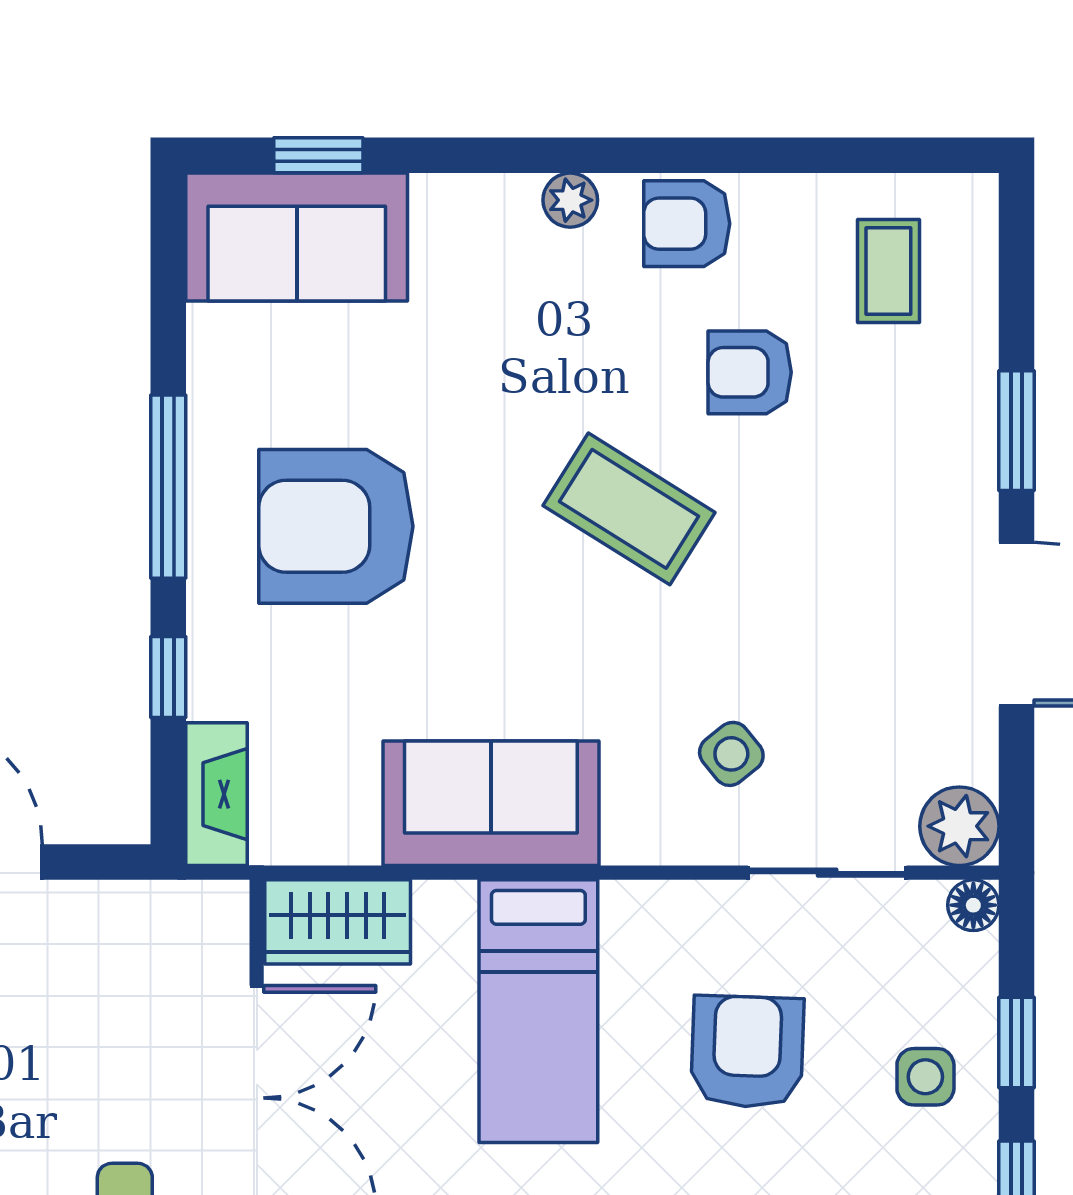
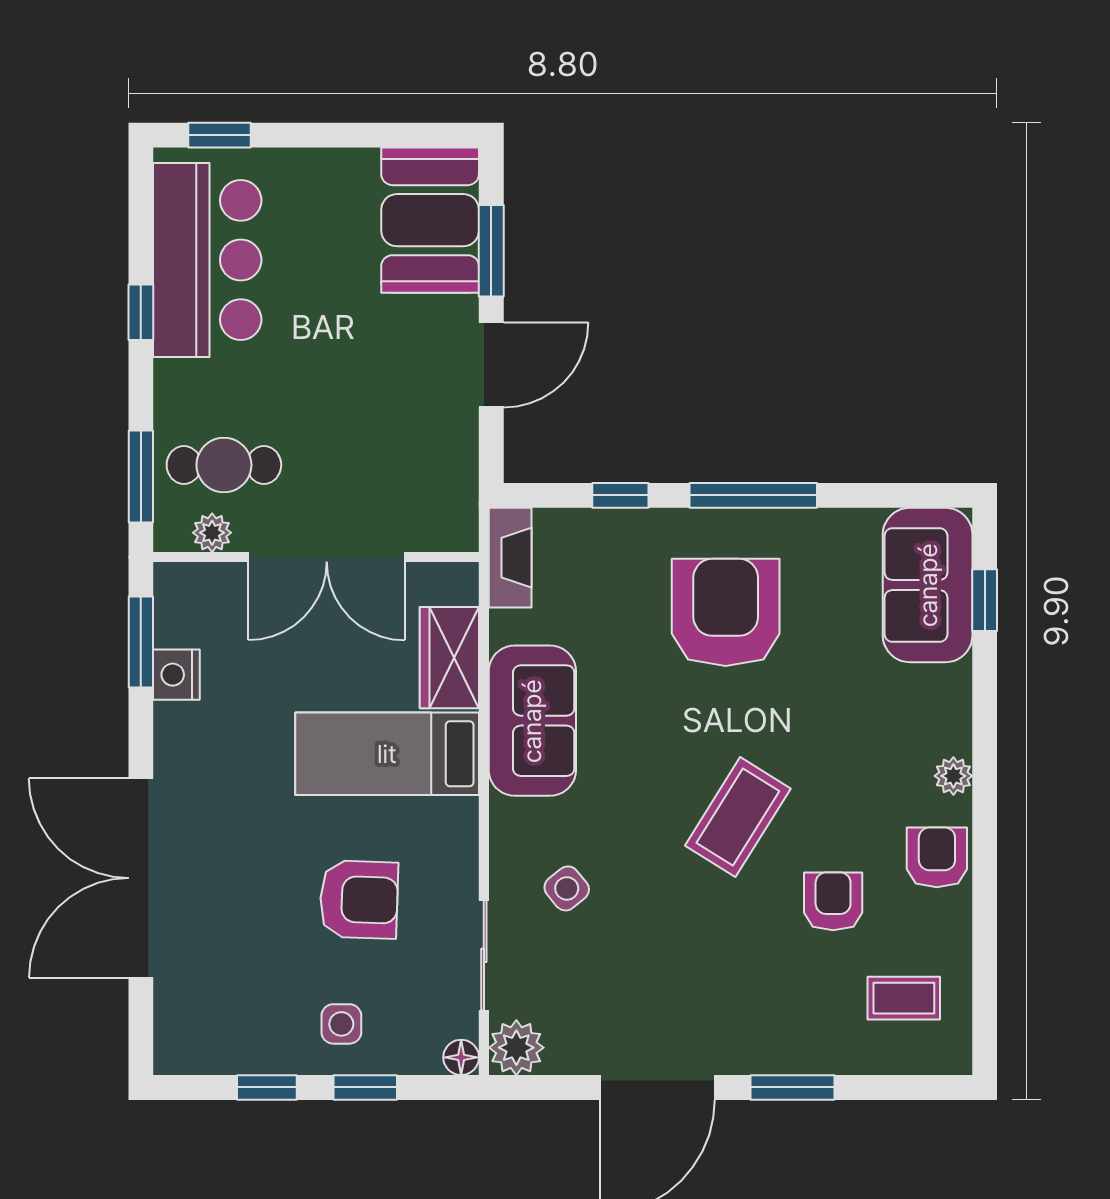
fireplace: (216, 794) -> (510, 558), moved, turned -90
wardrobe: (338, 922) -> (449, 658), moved

